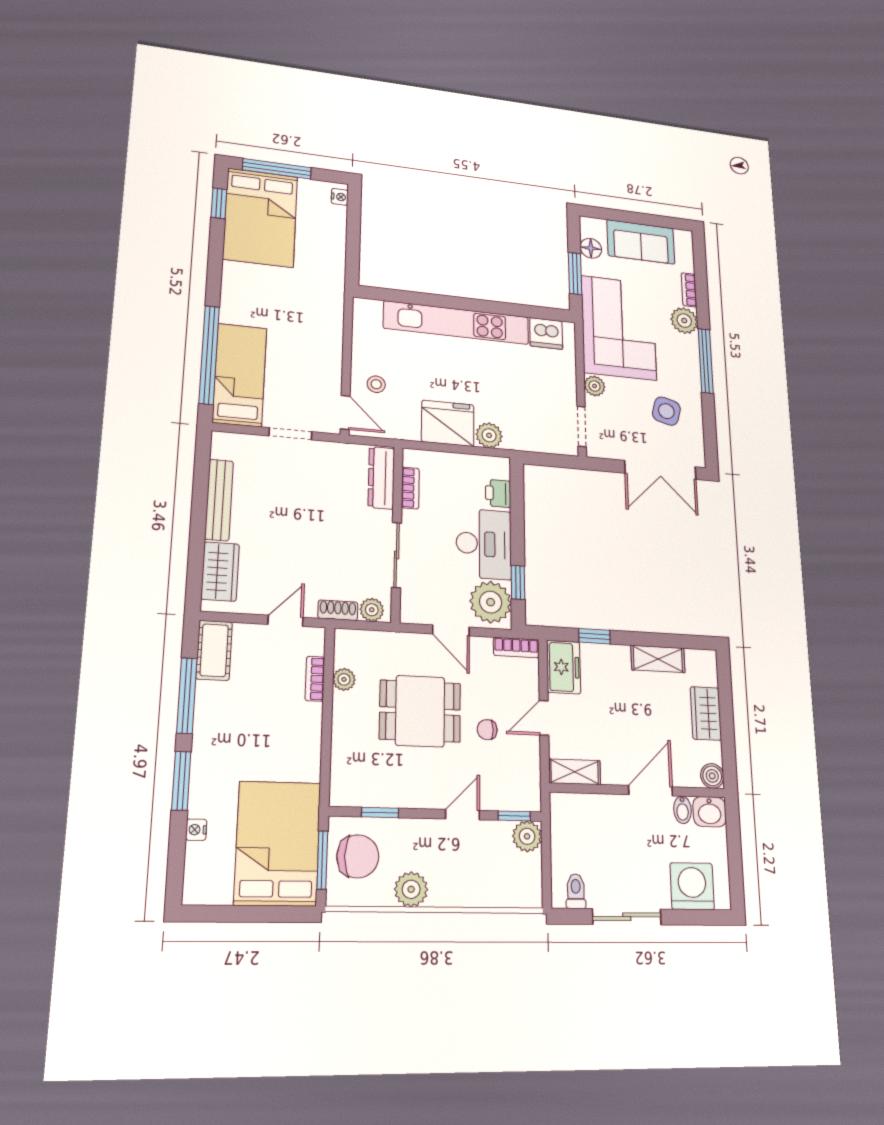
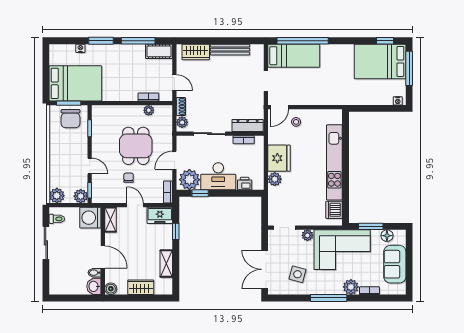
washing machine: (692, 886) -> (90, 218), moved, turned 180
plant: (411, 889) -> (57, 196), moved

